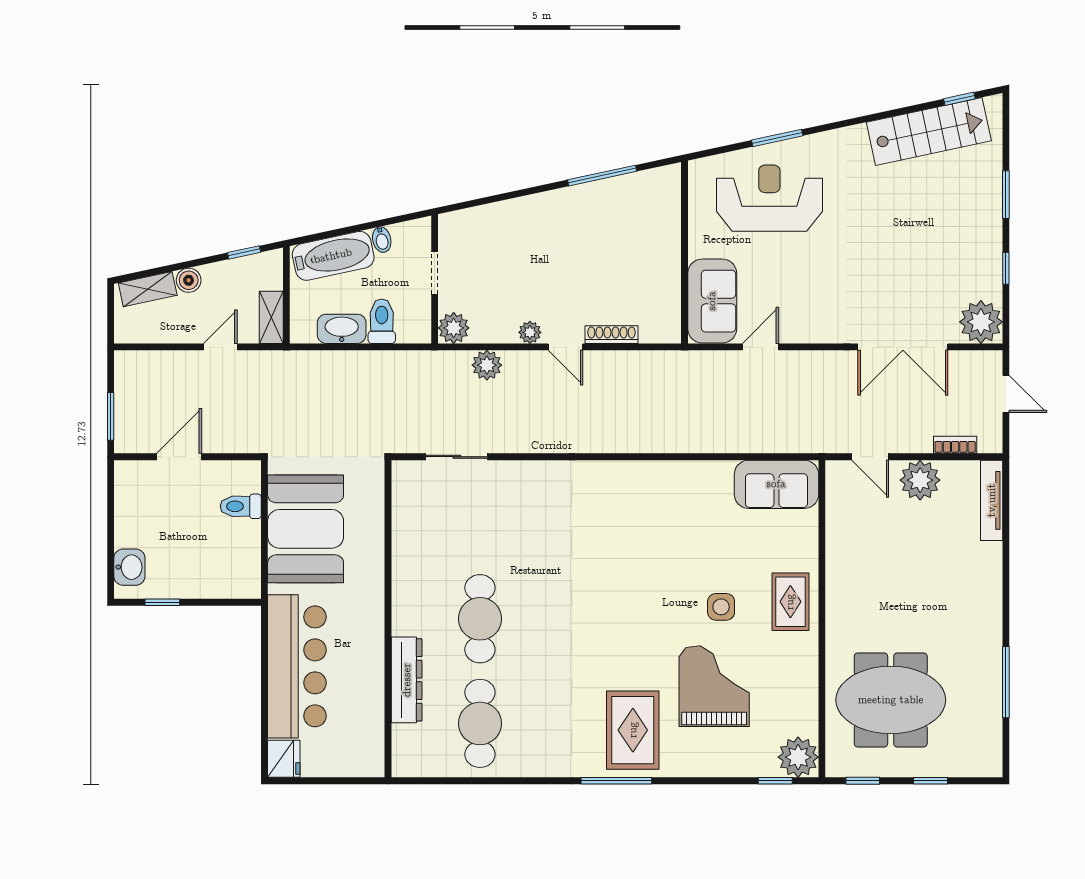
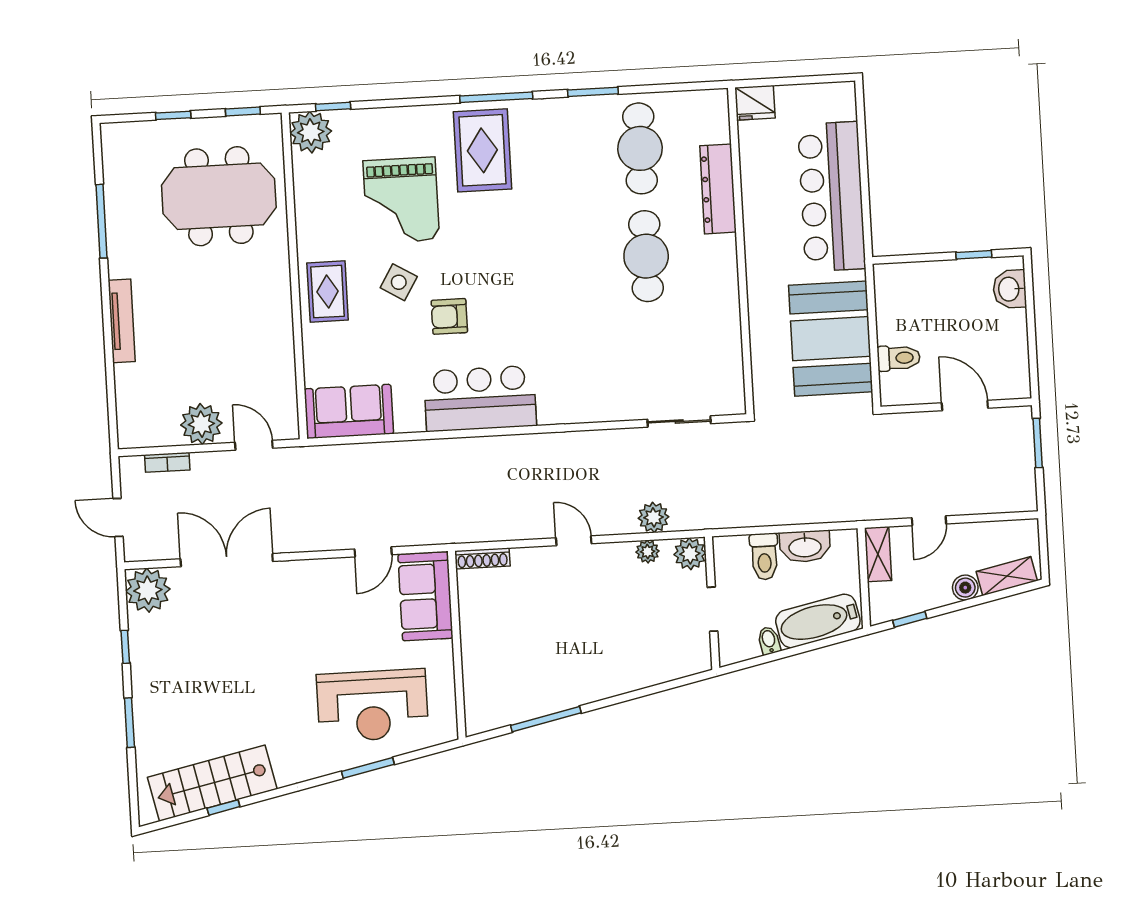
window: (959, 99) -> (223, 807), moved
plant: (530, 332) -> (648, 552), moved
shoe rack: (611, 335) -> (482, 558), moved
door: (179, 457) -> (965, 405), swing flipped
bar counter: (649, 490) -> (480, 399), added
tv unit: (992, 500) -> (122, 321), moved
armchair: (674, 571) -> (449, 316), added
side table: (721, 607) -> (399, 282), turned 31
fridge: (284, 759) -> (755, 103), moved, turned -90
window: (523, 781) -> (593, 92), added

